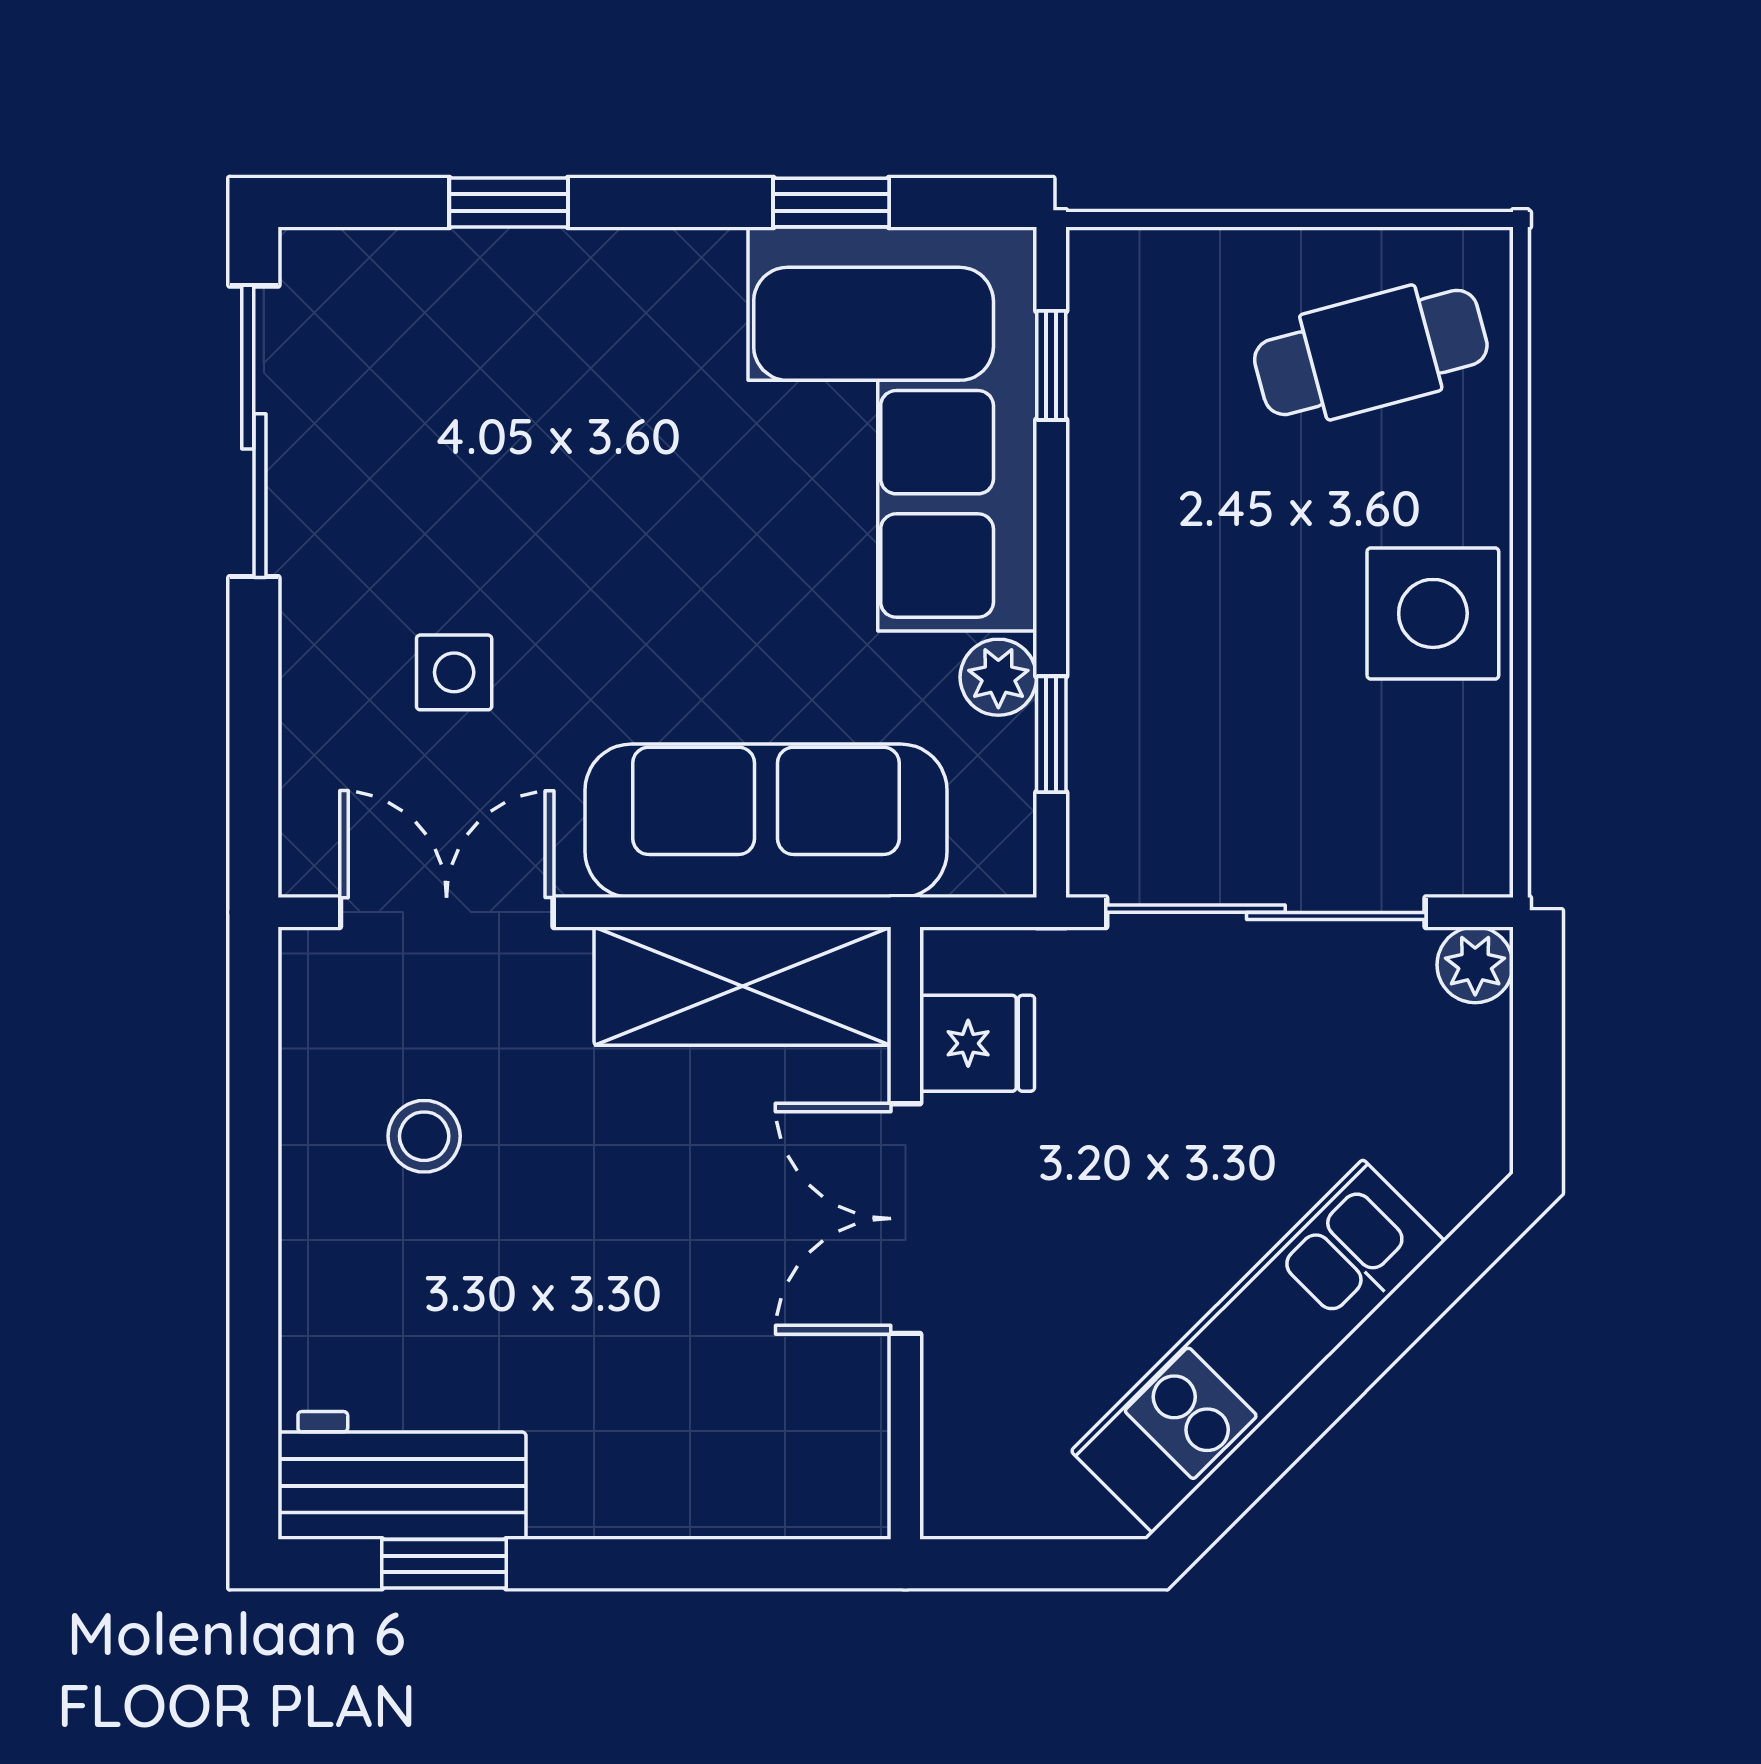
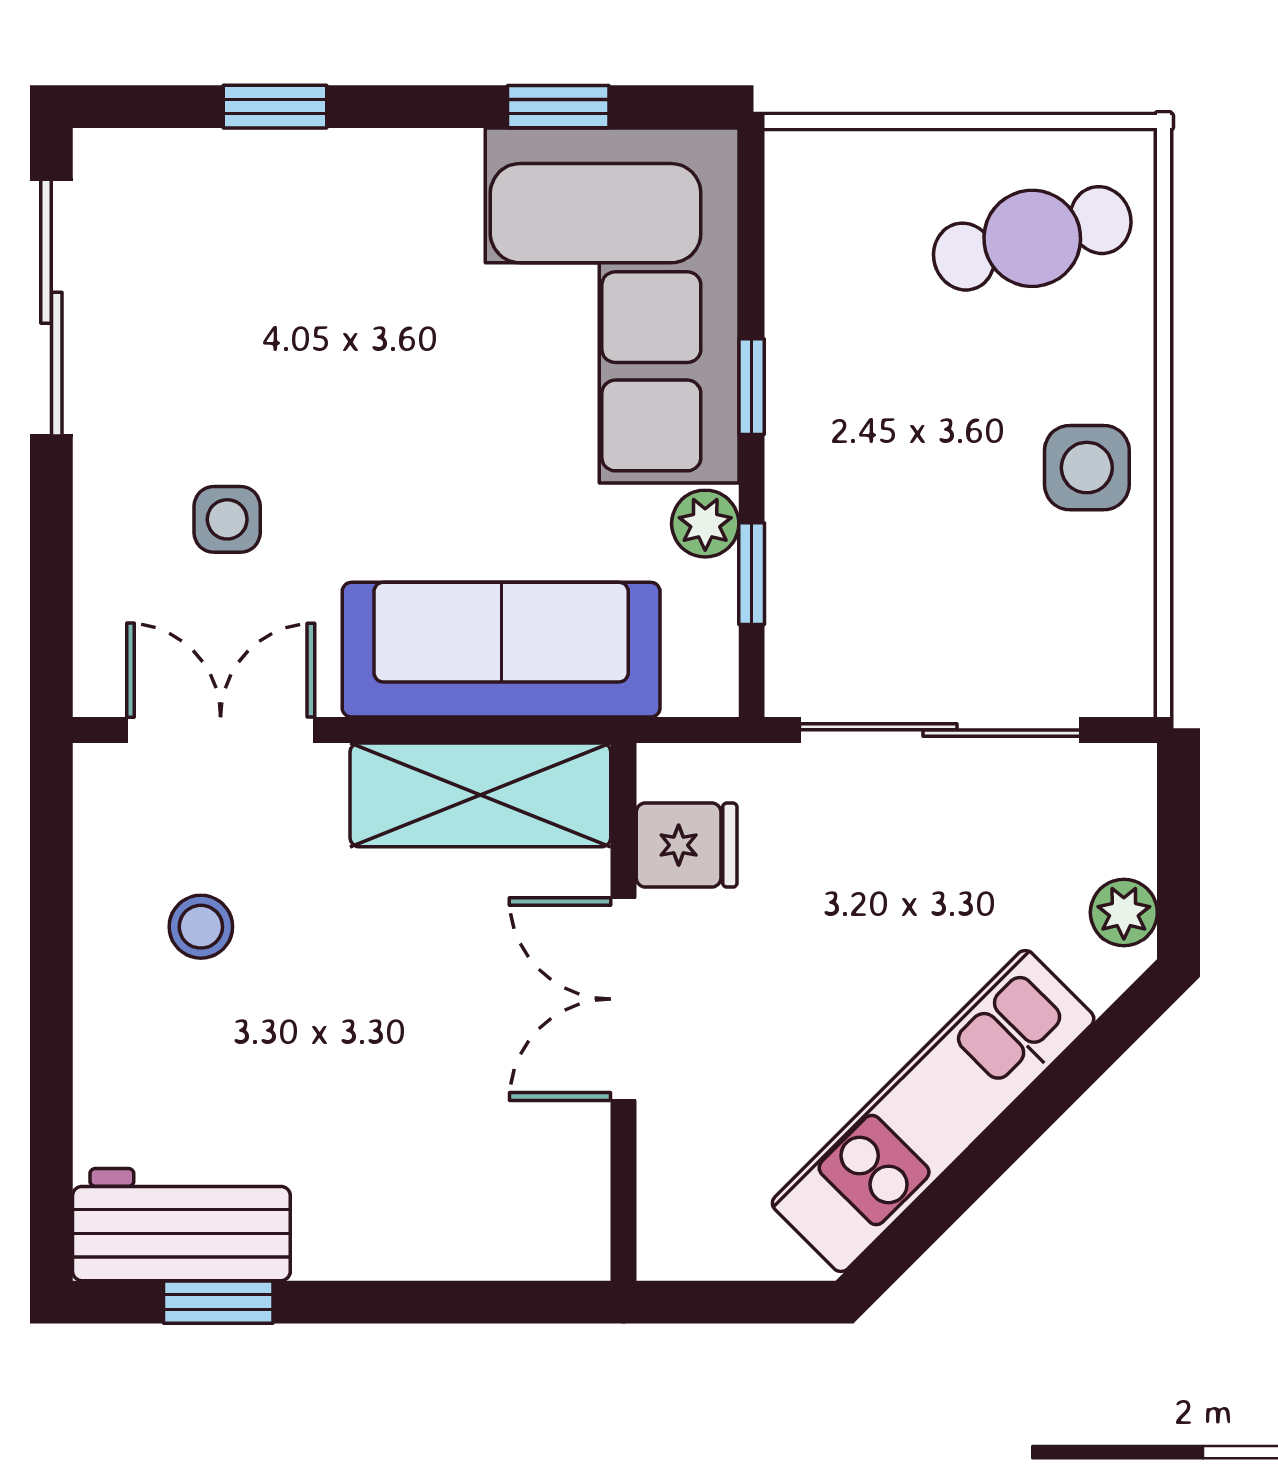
window: (1051, 365) -> (752, 387), moved
side table: (1433, 613) -> (1087, 468), width x0.73, depth x0.73
plant: (1475, 965) -> (1124, 913), moved

